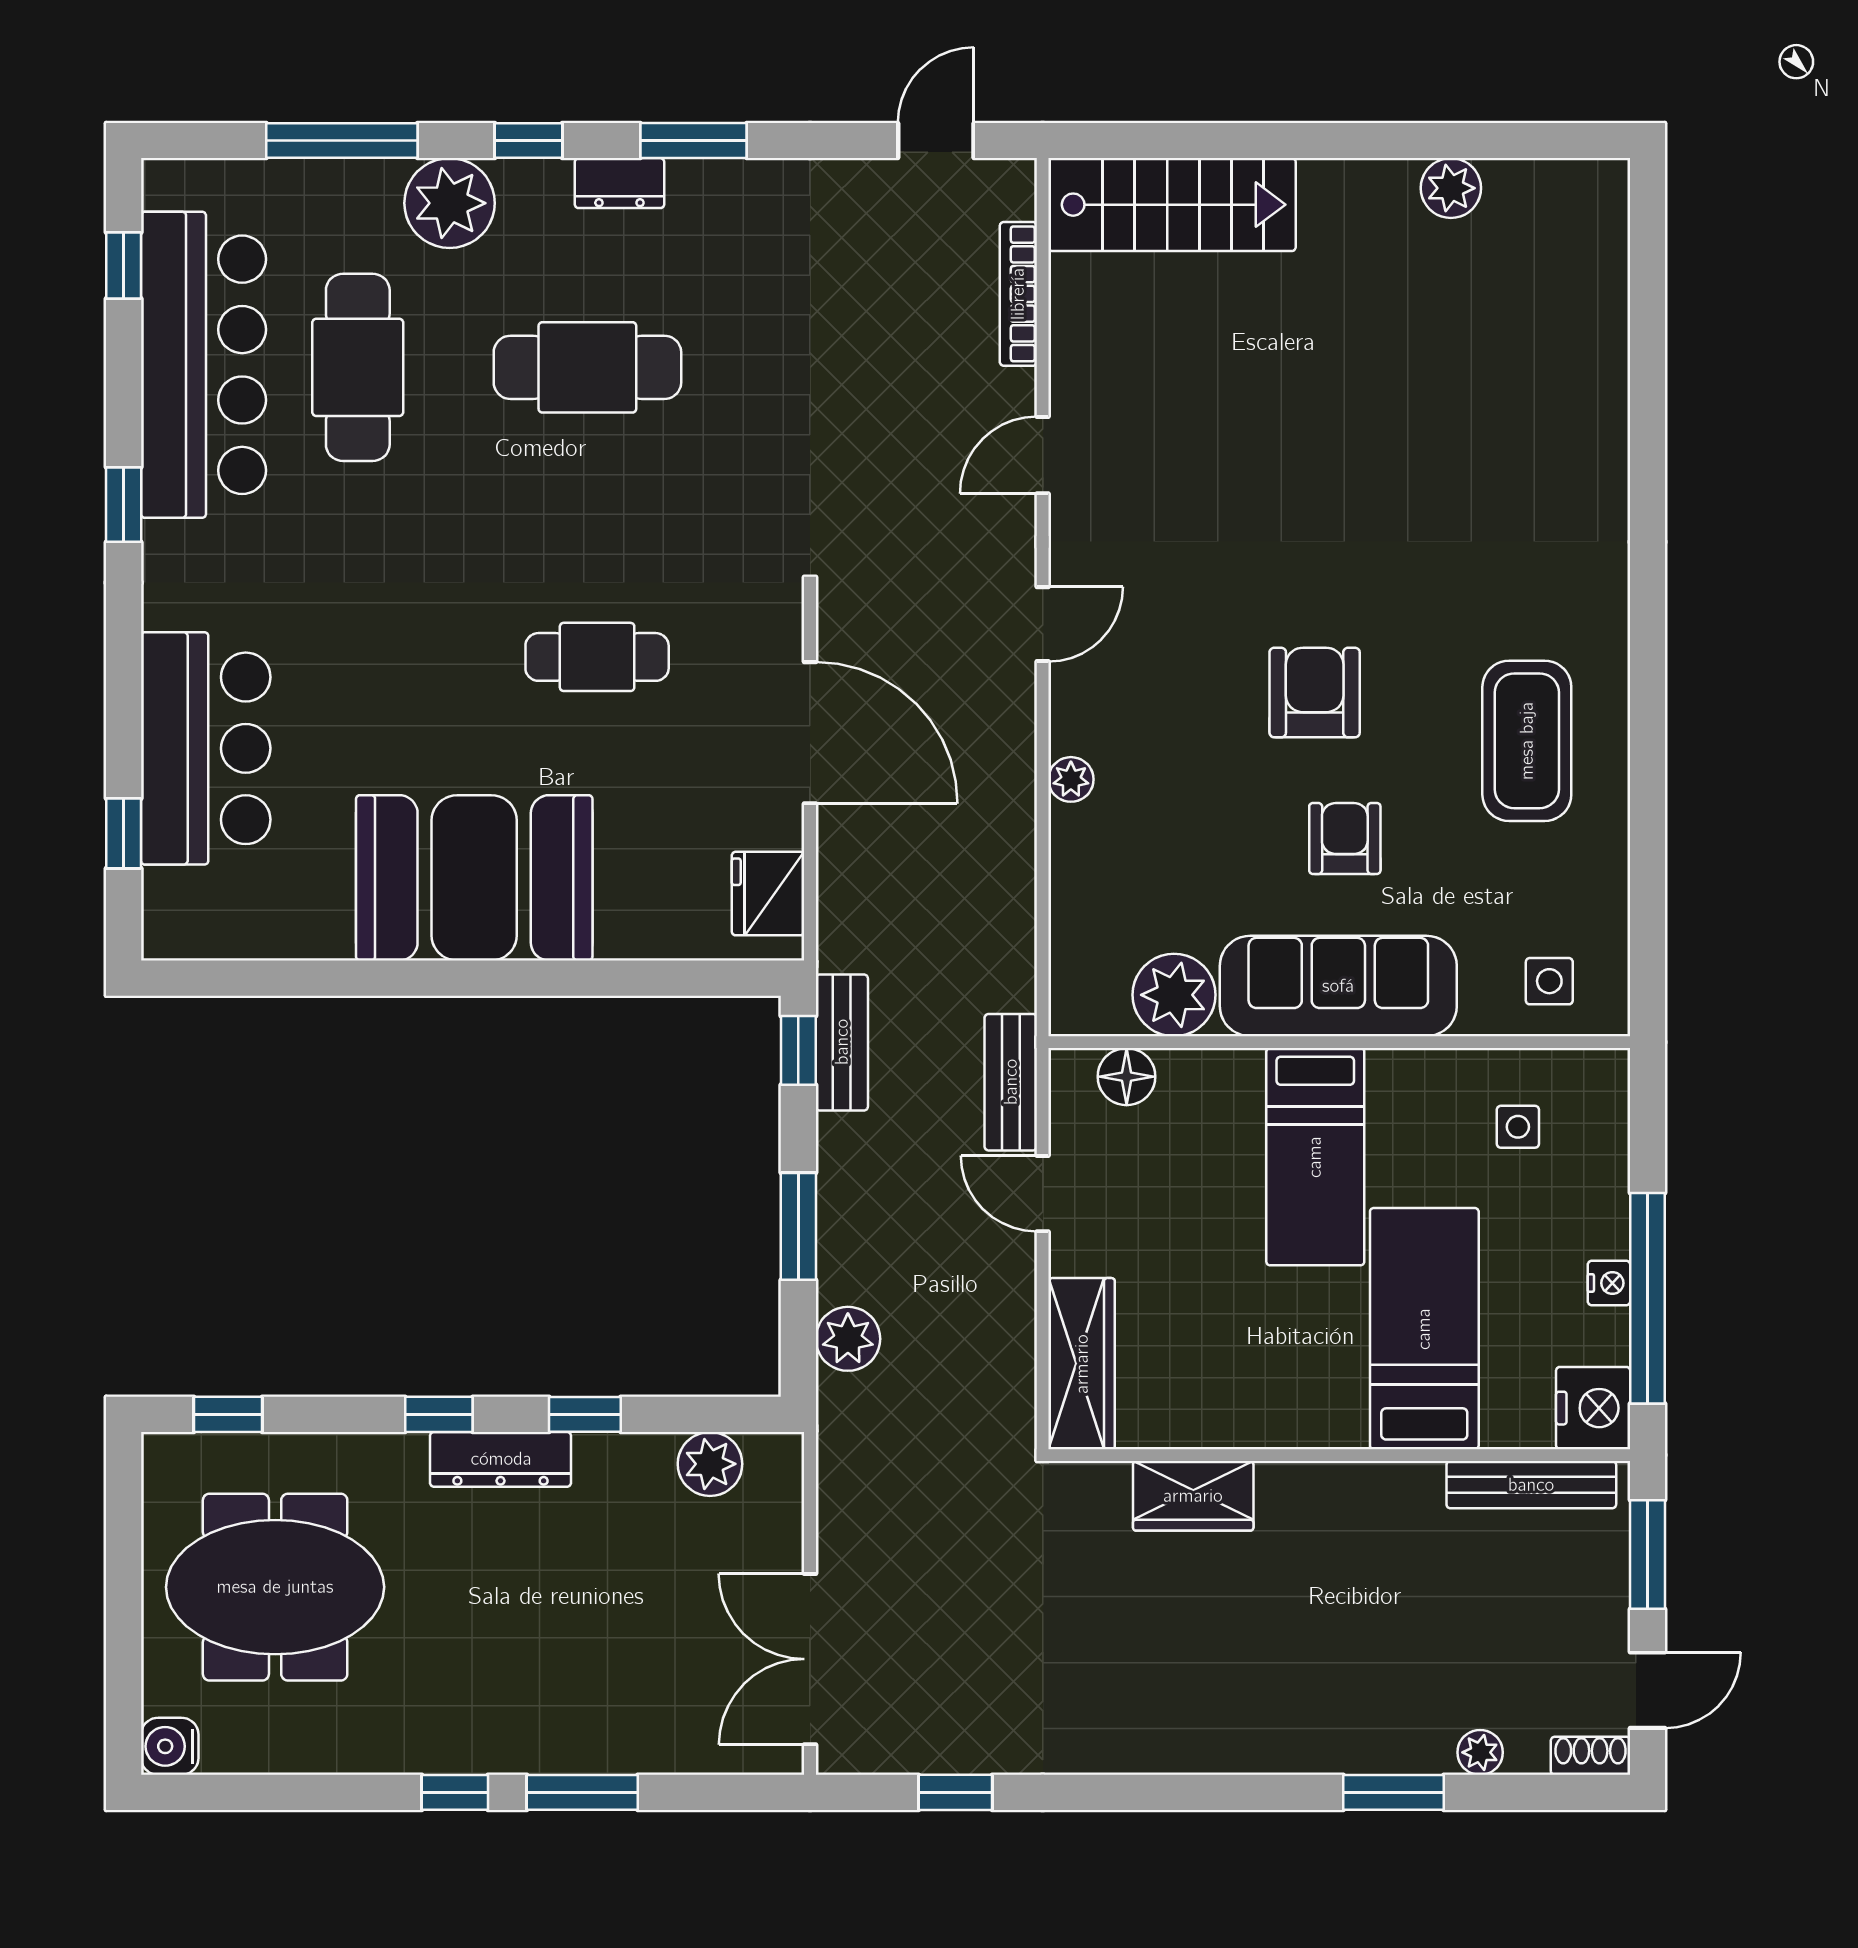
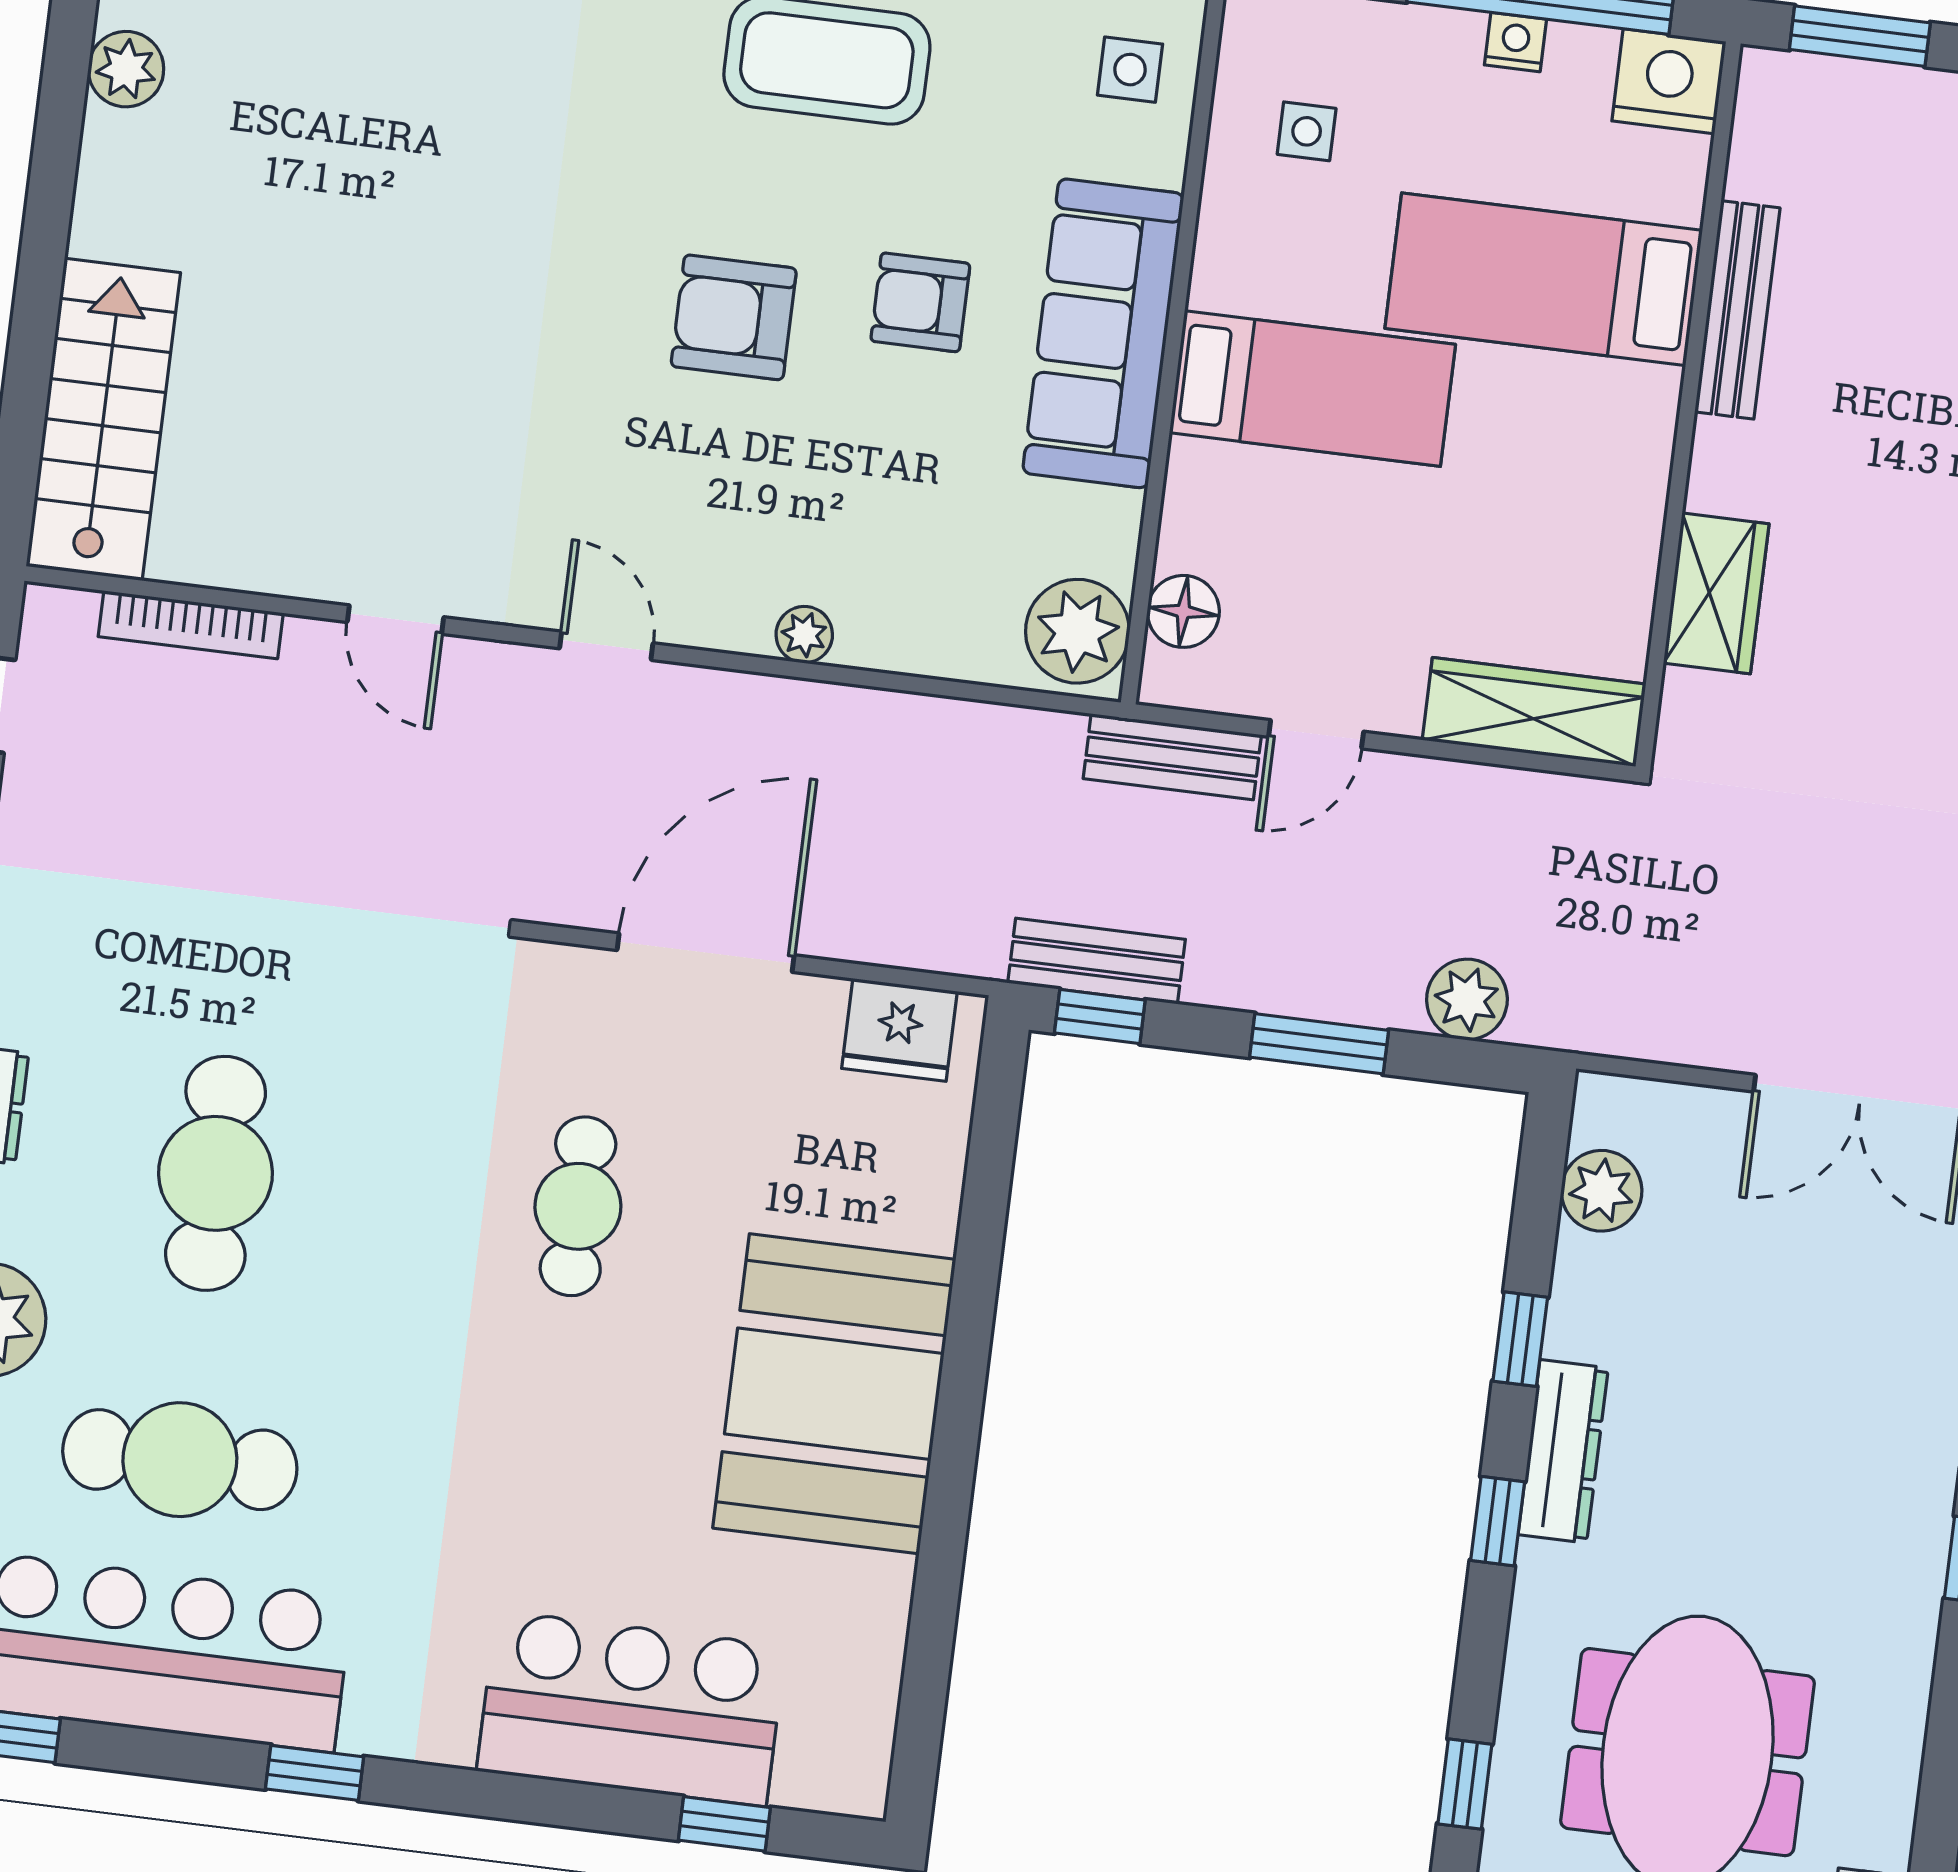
plant: (1174, 995) -> (1077, 631), moved
bench: (1531, 1485) -> (1737, 310), moved

